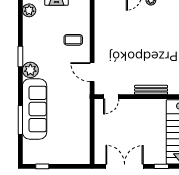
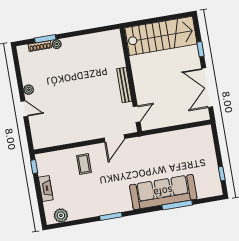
plant: (30, 70) -> (123, 203), removed
bench: (151, 90) -> (124, 85), moved
door: (111, 97) -> (137, 114), hinge flipped

